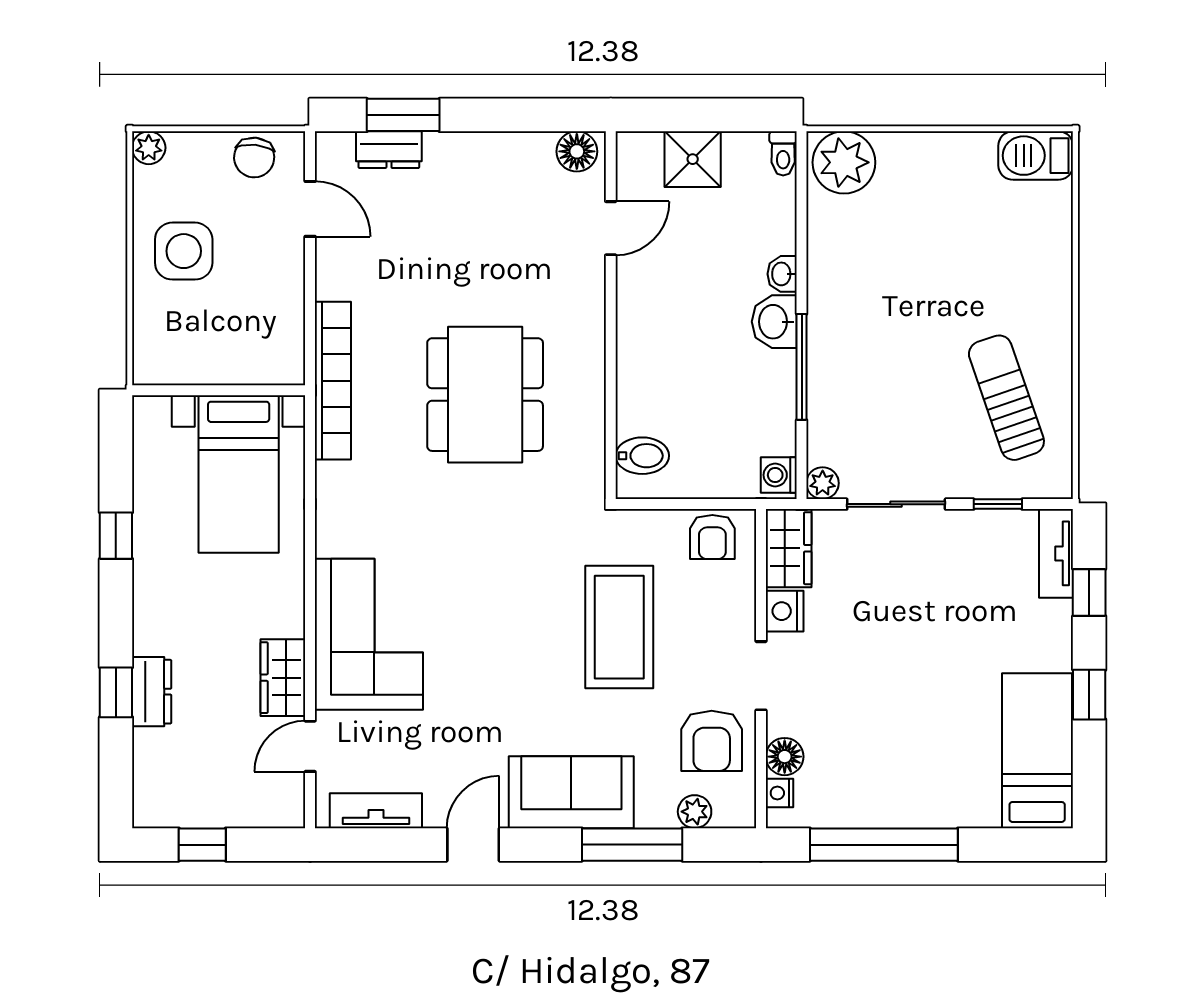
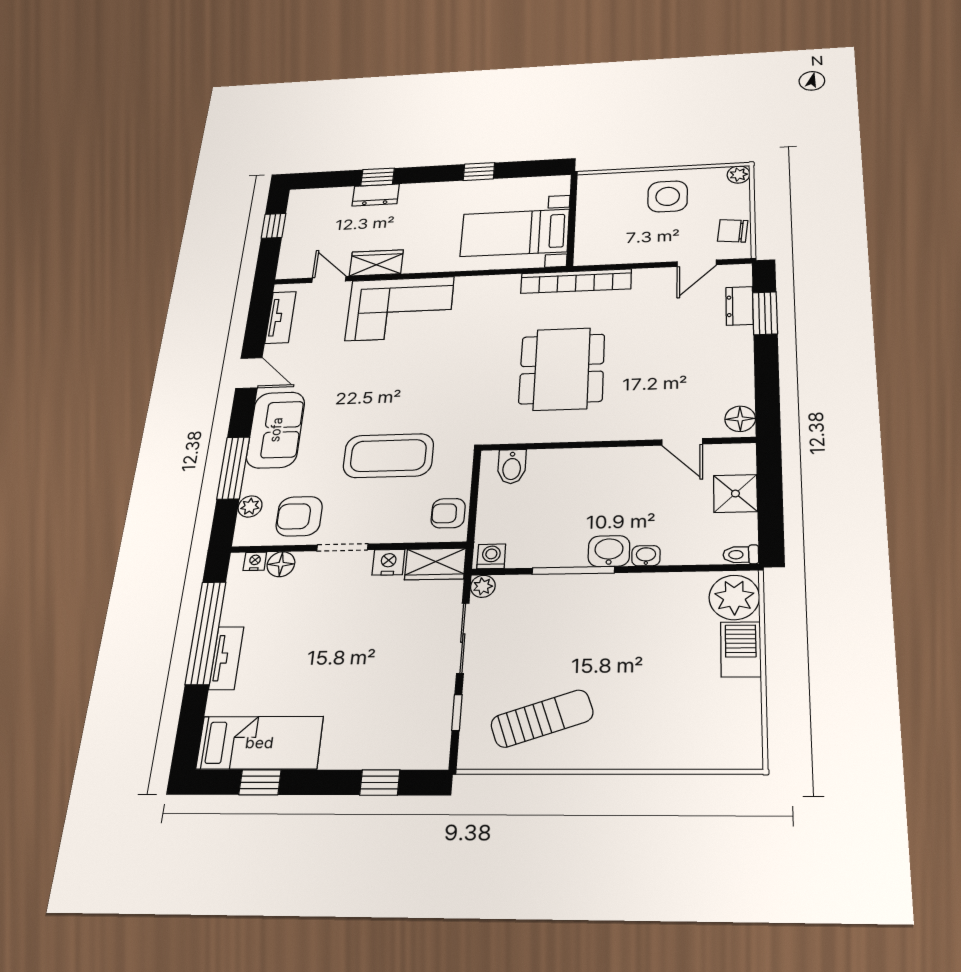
barbecue: (1036, 156) -> (741, 649), moved
dining table: (485, 395) -> (562, 369), turned 90
tv unit: (1056, 553) -> (226, 658), moved, turned 90
window: (1089, 695) -> (260, 782), moved

